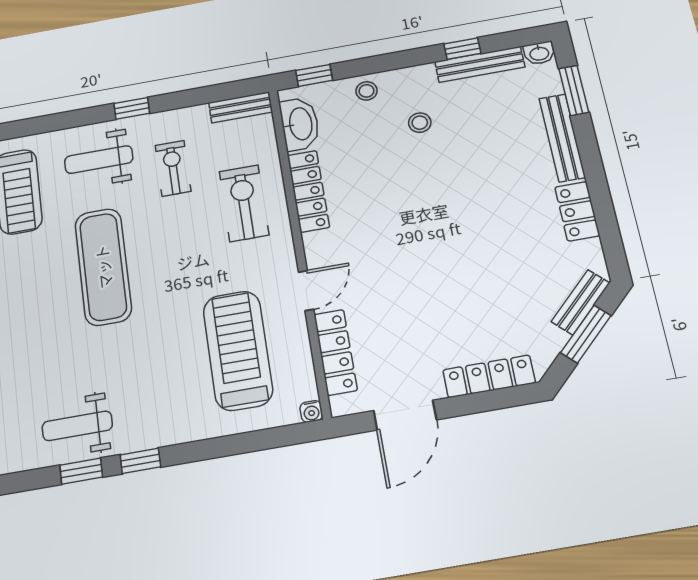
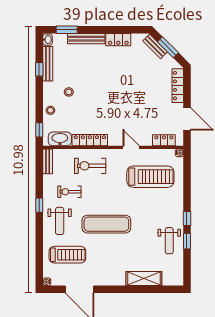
treadmill: (238, 350) -> (150, 177), turned 180
locker: (335, 352) -> (164, 140), width x0.66

